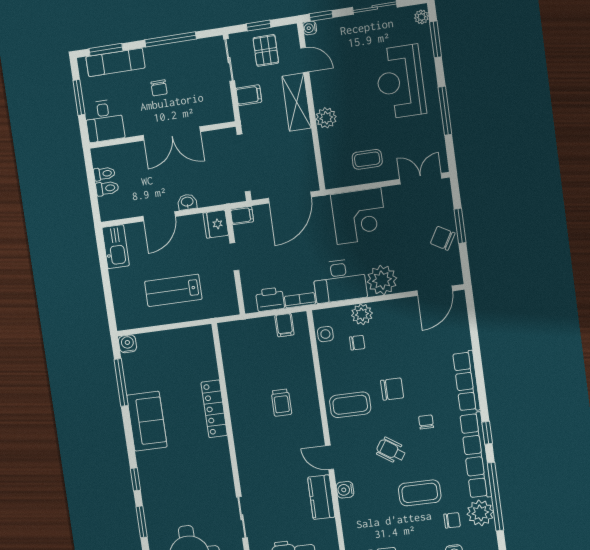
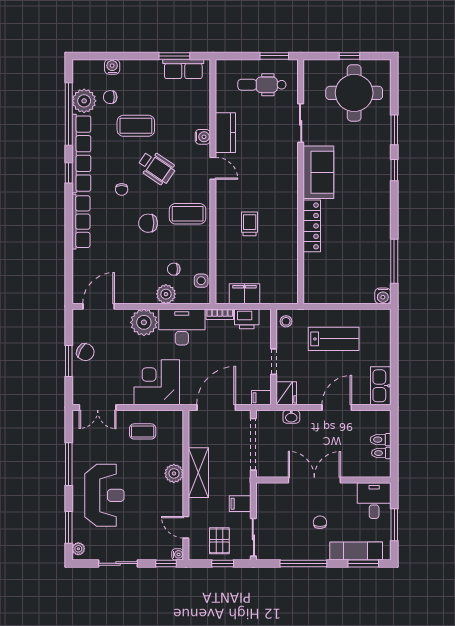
shelving: (297, 102) -> (198, 473), moved
washbasin: (187, 202) -> (291, 417), moved
stool: (227, 302) -> (286, 321), added
filing cabinet: (284, 325) -> (244, 294), width x2.00
sofa: (147, 421) -> (318, 172), moved, turned 180
wheelchair: (391, 451) -> (156, 168), width x1.36, depth x1.37

